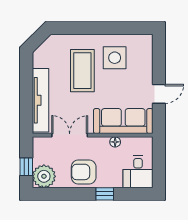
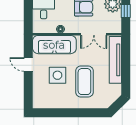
side table: (115, 58) -> (57, 75), moved
door: (159, 94) -> (28, 64), hinge flipped

